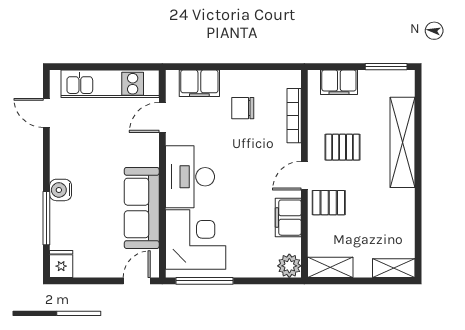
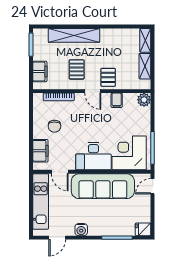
water cooler: (61, 190) -> (81, 230), moved
sofa: (142, 208) -> (103, 186), width x1.36, depth x1.27
filing cabinet: (288, 218) -> (117, 100), width x0.50
shelving: (330, 267) -> (145, 66), moved
door: (137, 281) -> (153, 186), hinge flipped

